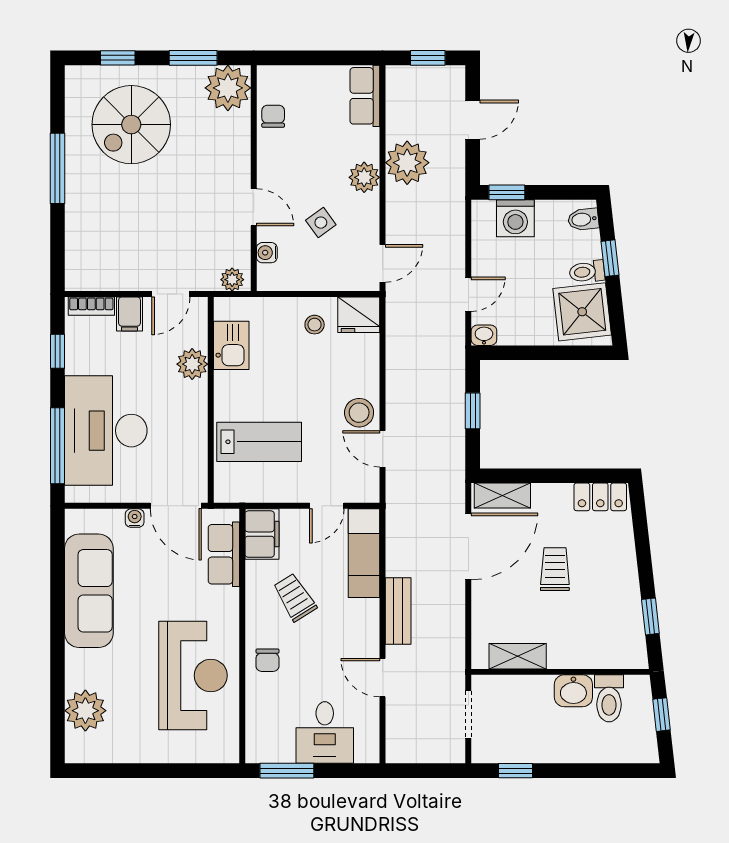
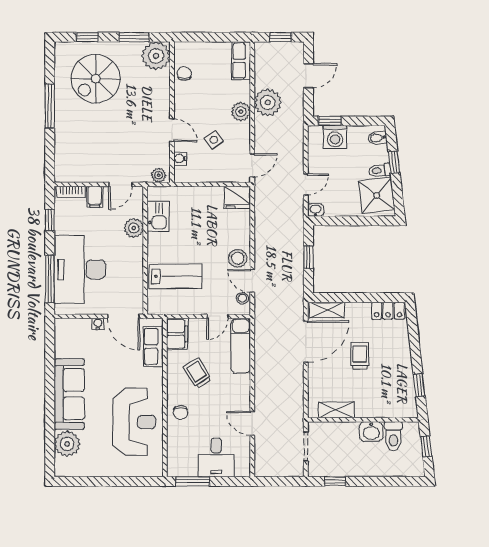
stool: (315, 325) -> (242, 298), moved
sofa: (89, 591) -> (69, 394), moved
bench: (398, 611) -> (262, 382), removed

